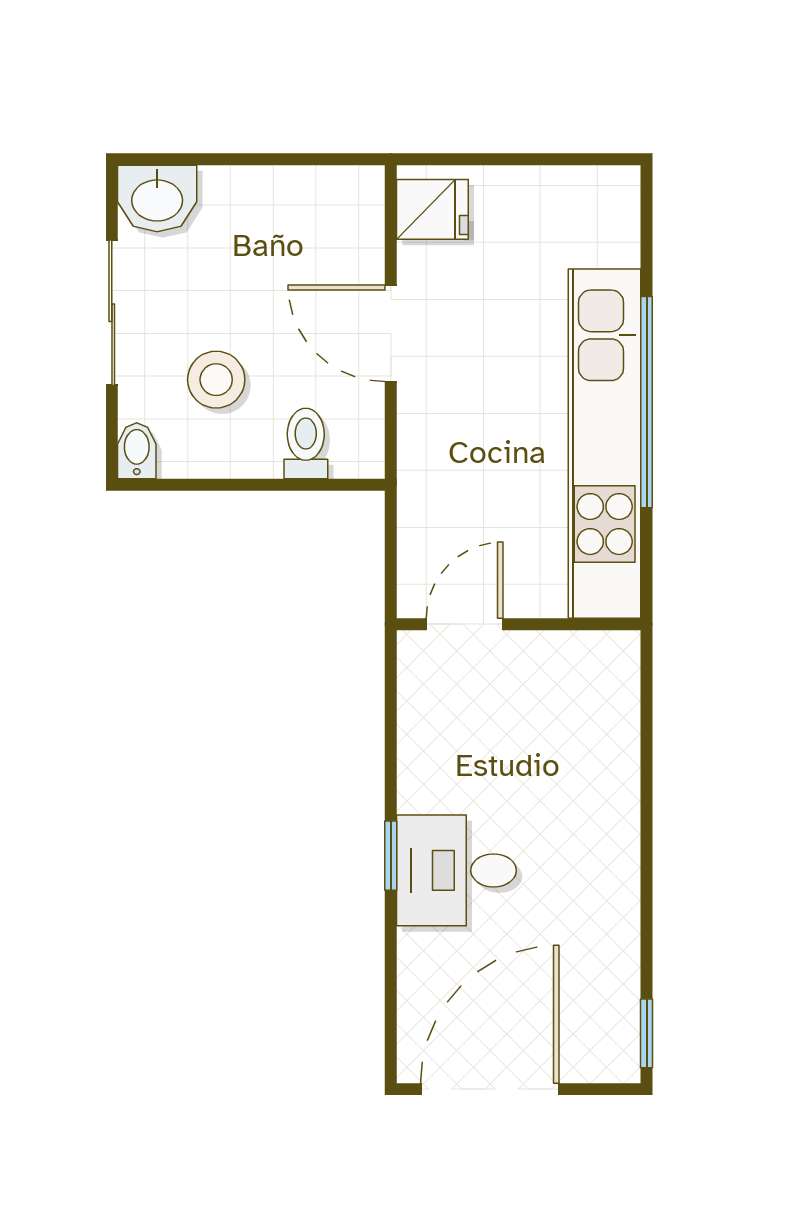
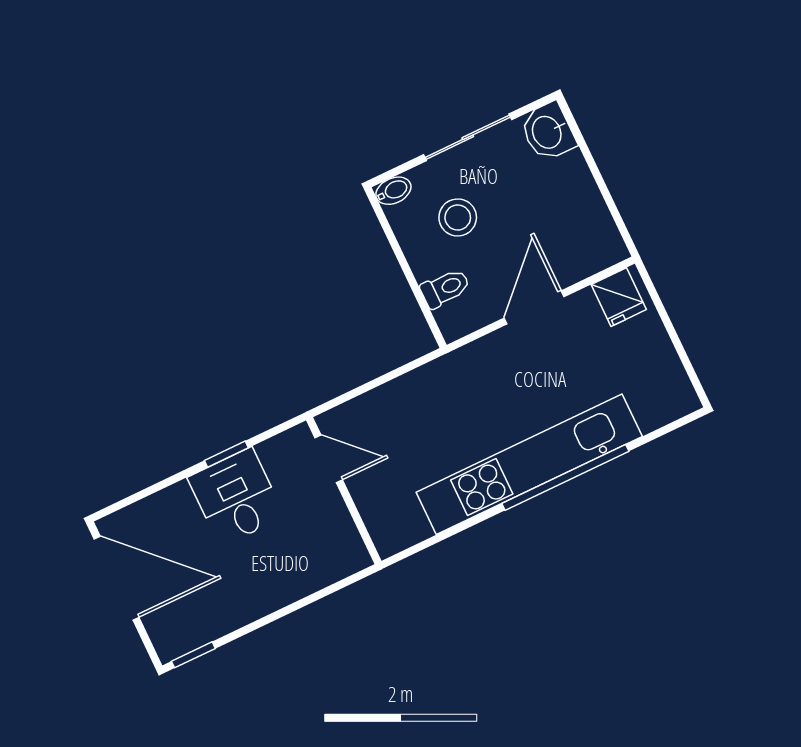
door: (465, 624) -> (329, 459), moved
wall: (519, 624) -> (344, 491), moved

